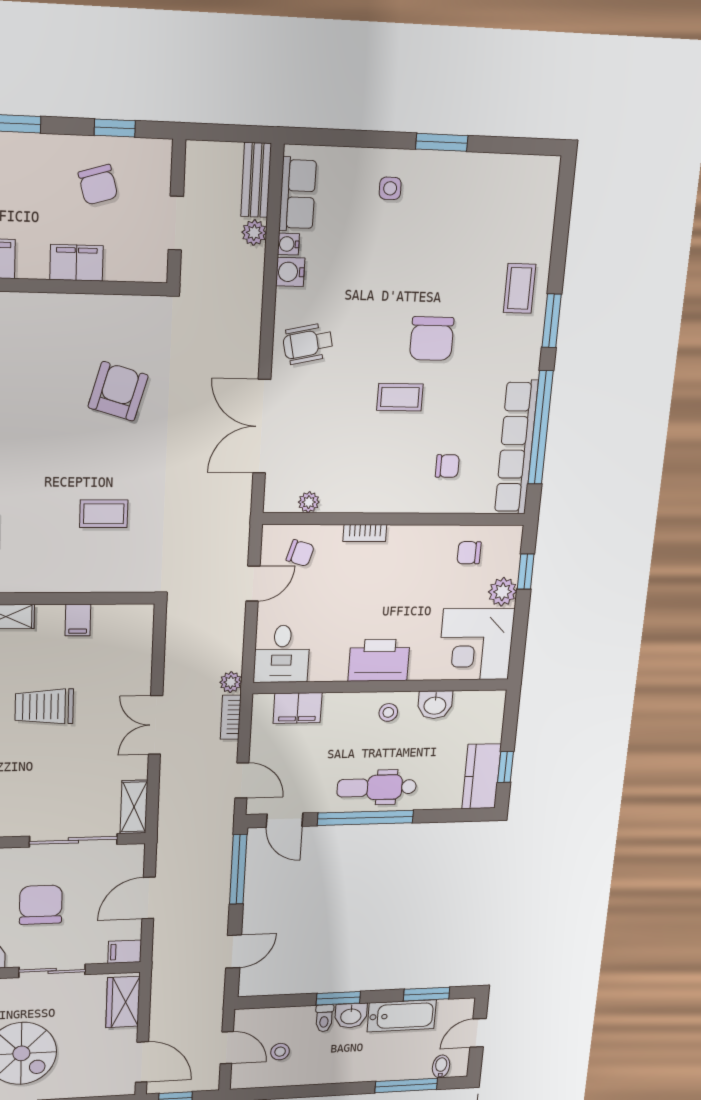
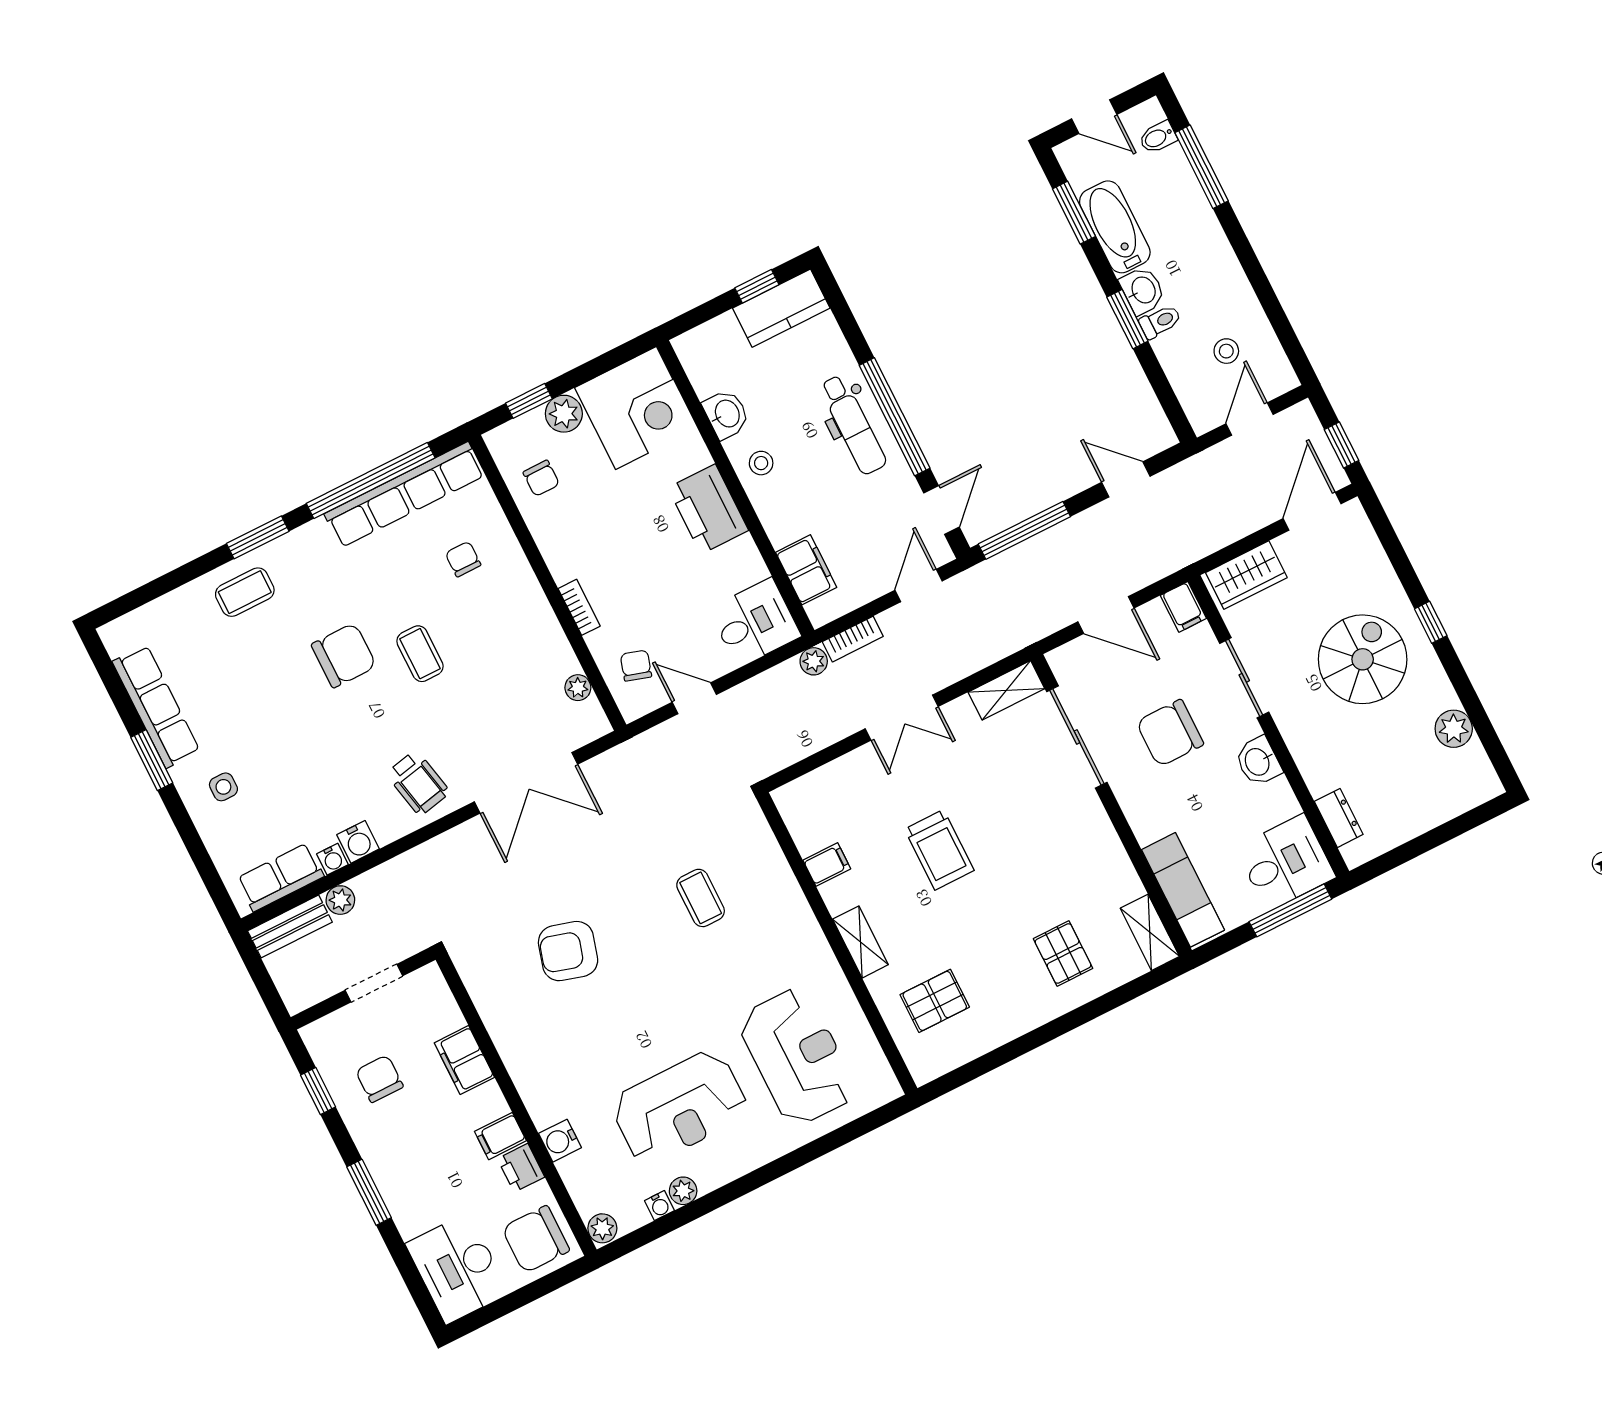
row of seats: (479, 170) -> (156, 706), added
chair: (98, 185) -> (379, 1079), turned -74

